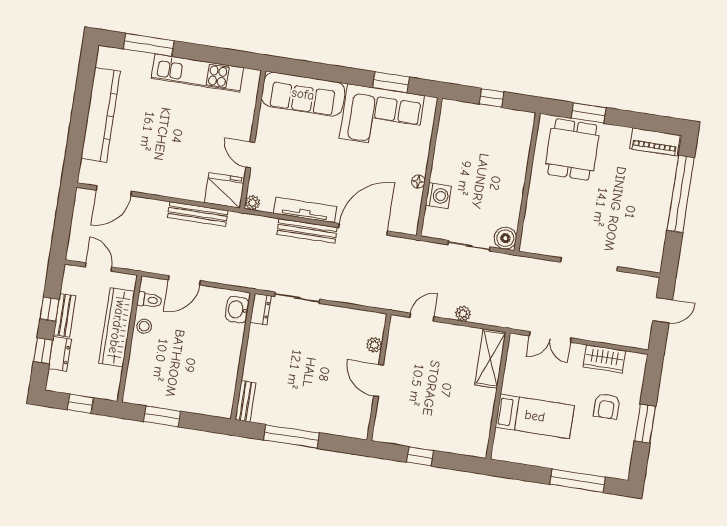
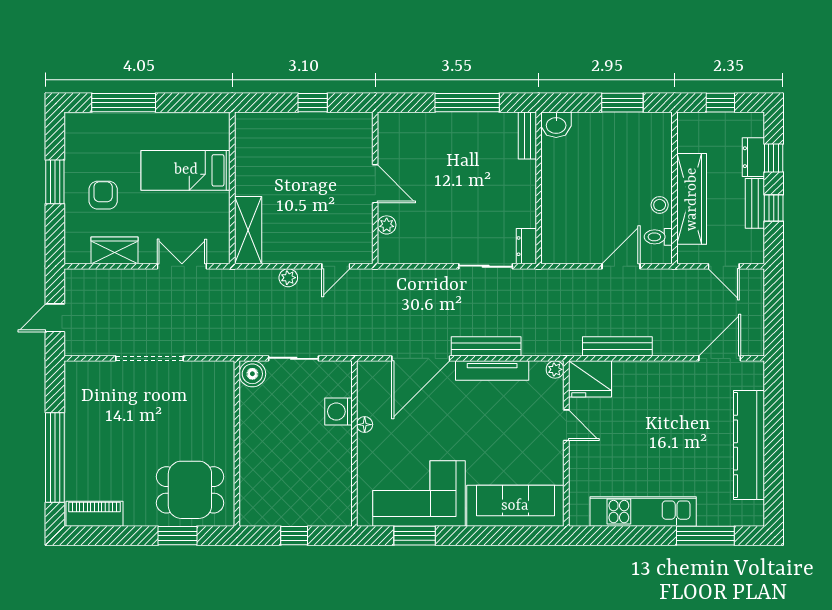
dining table: (572, 150) -> (190, 490), turned 90
washbasin: (237, 310) -> (556, 125), moved, turned 90

